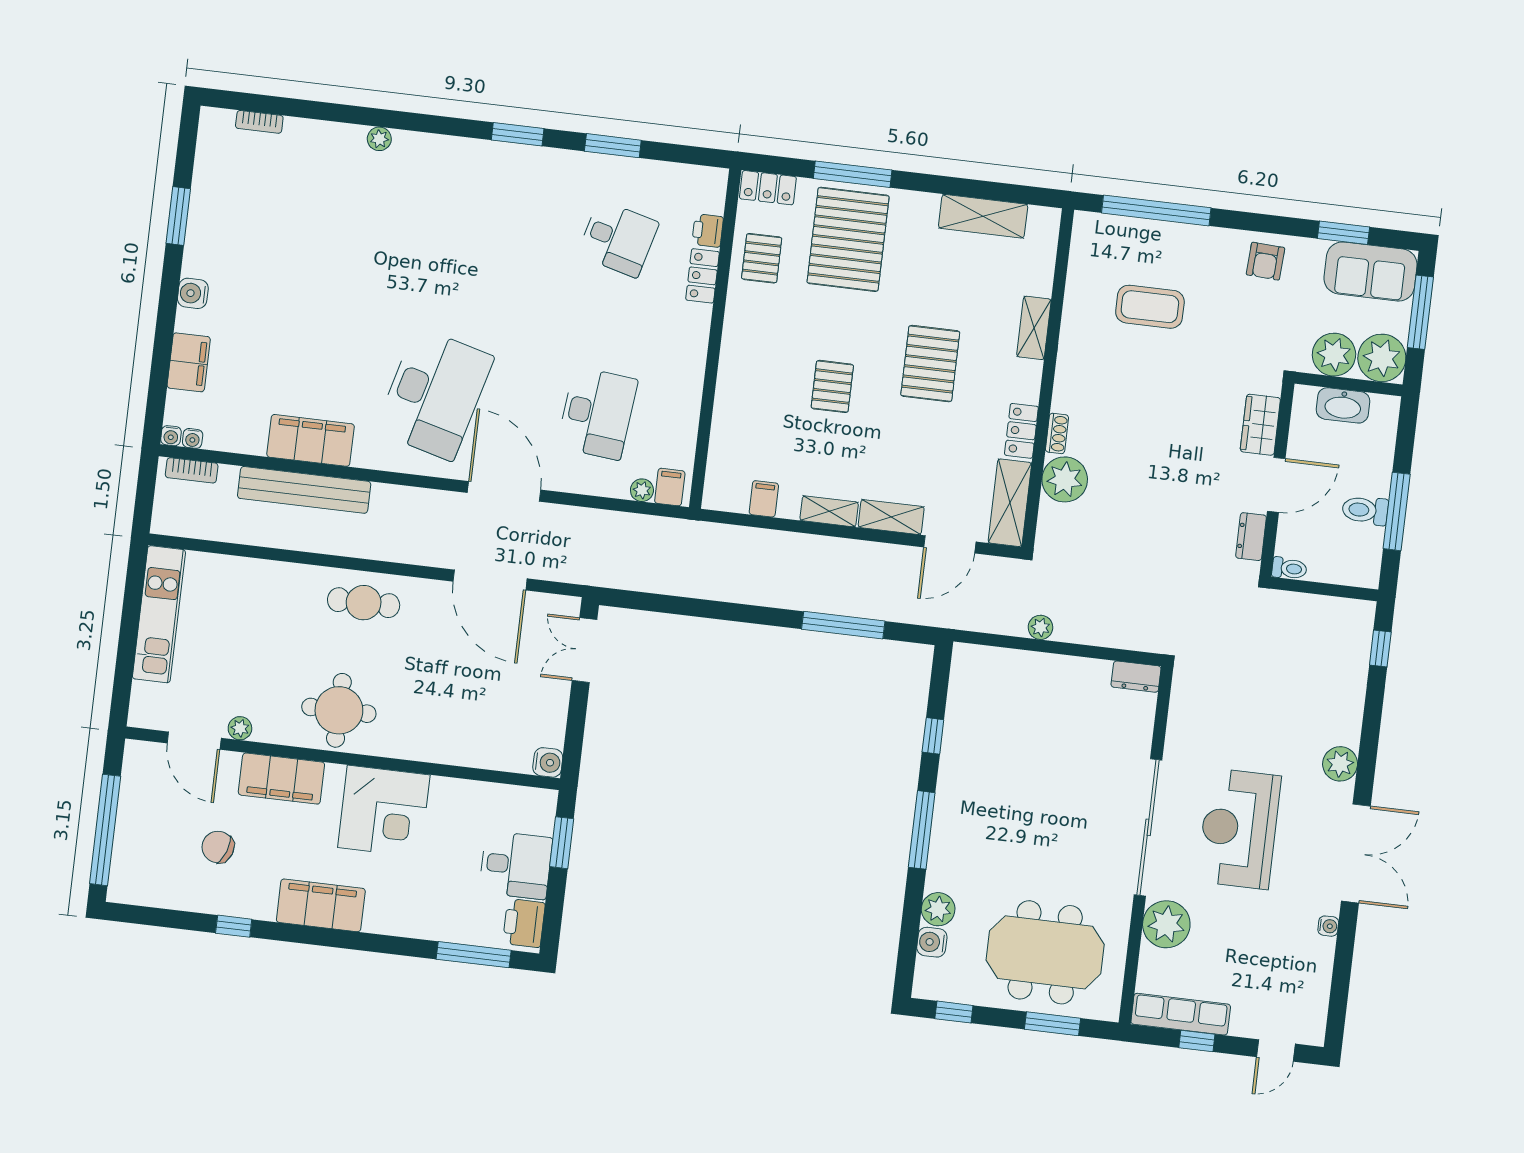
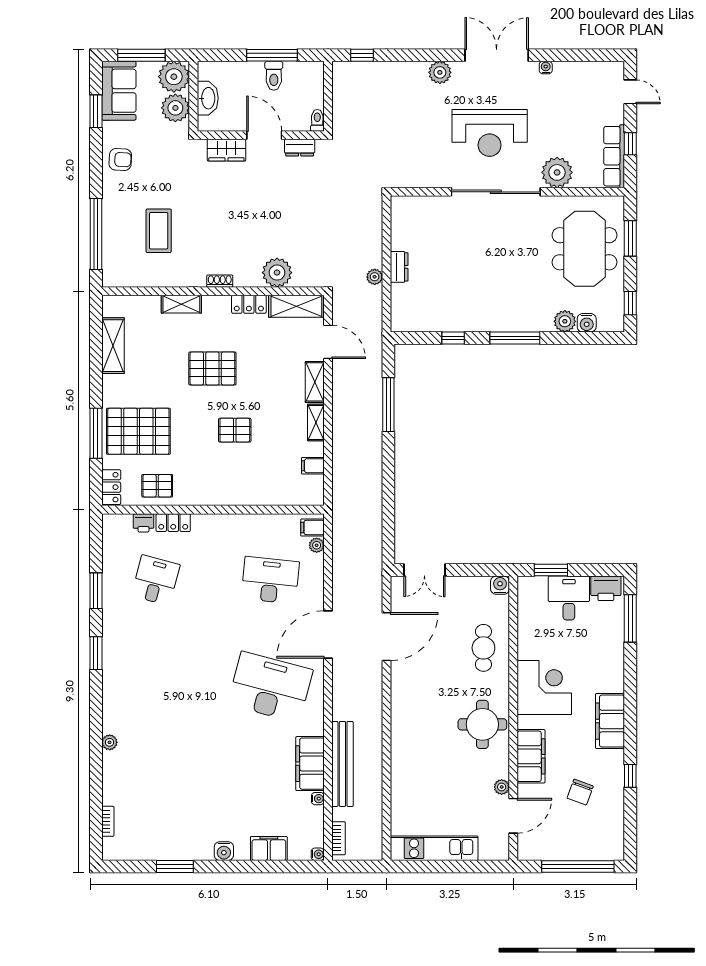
shoe rack: (1057, 433) -> (220, 281), moved
water cooler: (193, 438) -> (318, 799), moved
cafe table: (364, 603) -> (483, 648), moved
dresser: (1136, 677) -> (399, 267), moved

